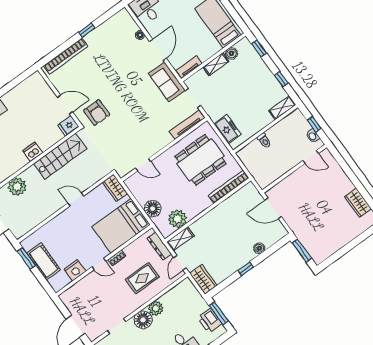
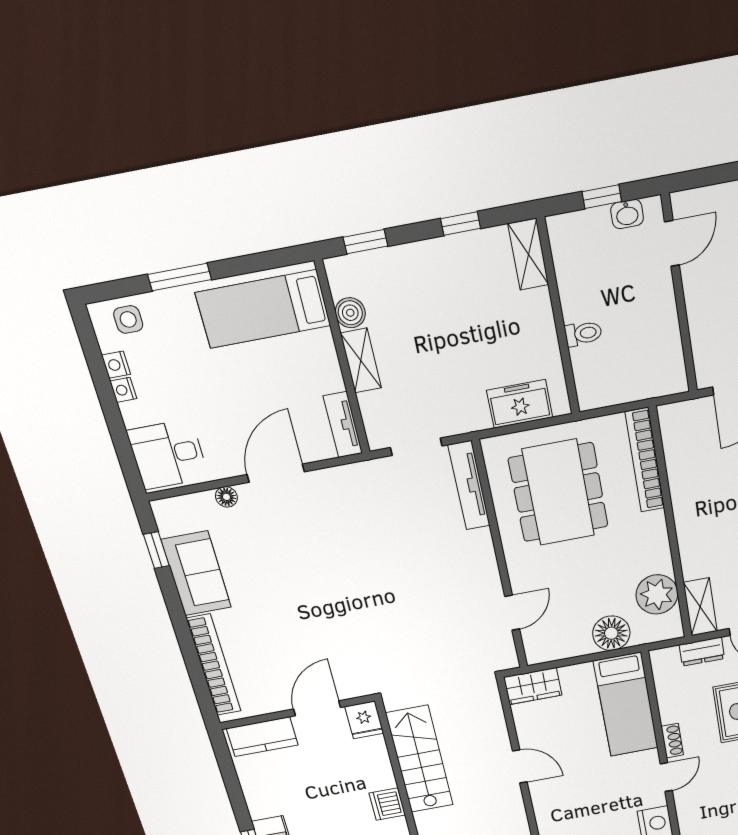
window: (87, 30) -> (156, 550), moved
door: (158, 50) -> (276, 473), hinge flipped
sofa: (167, 82) -> (196, 574), moved, turned -90
kitchen counter: (42, 87) -> (262, 737), added
armchair: (97, 112) -> (361, 655), removed
door: (76, 200) -> (520, 766), swing flipped
bed: (121, 226) -> (626, 705), width x0.67
dresser: (159, 246) -> (702, 652), width x0.70

